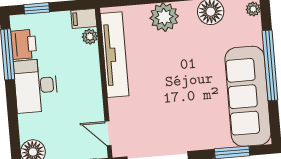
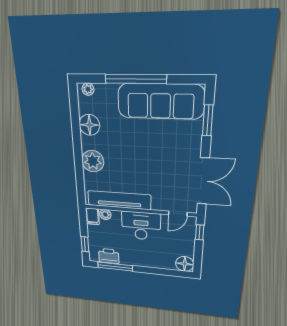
desk: (36, 86) -> (141, 226), moved, turned 180

